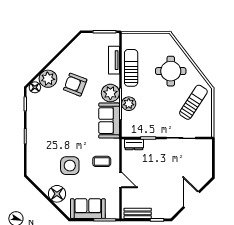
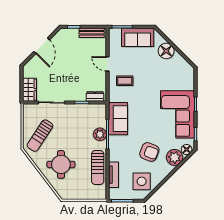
plant: (110, 93) -> (117, 144), removed
corner sofa: (45, 125) -> (177, 114), added
wardrobe: (205, 152) -> (29, 90), added
side table: (70, 166) -> (142, 181), moved

